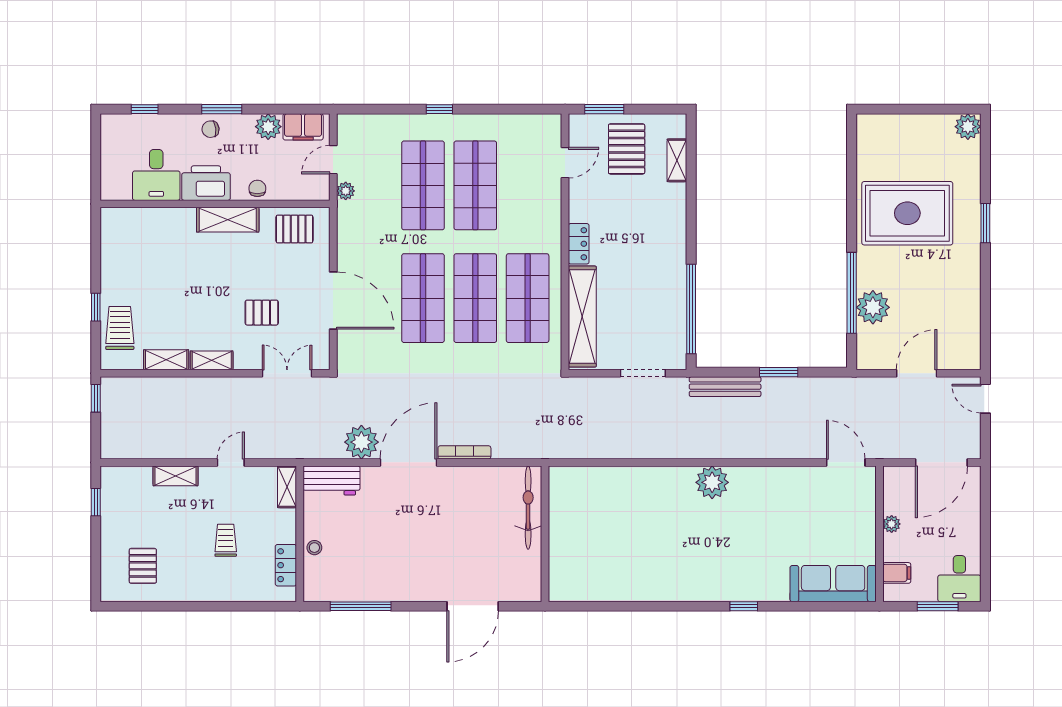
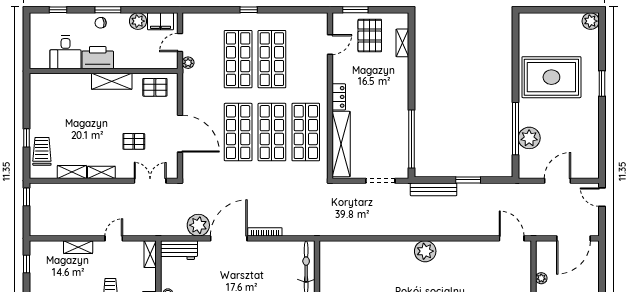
chair: (257, 188) -> (131, 61), removed

